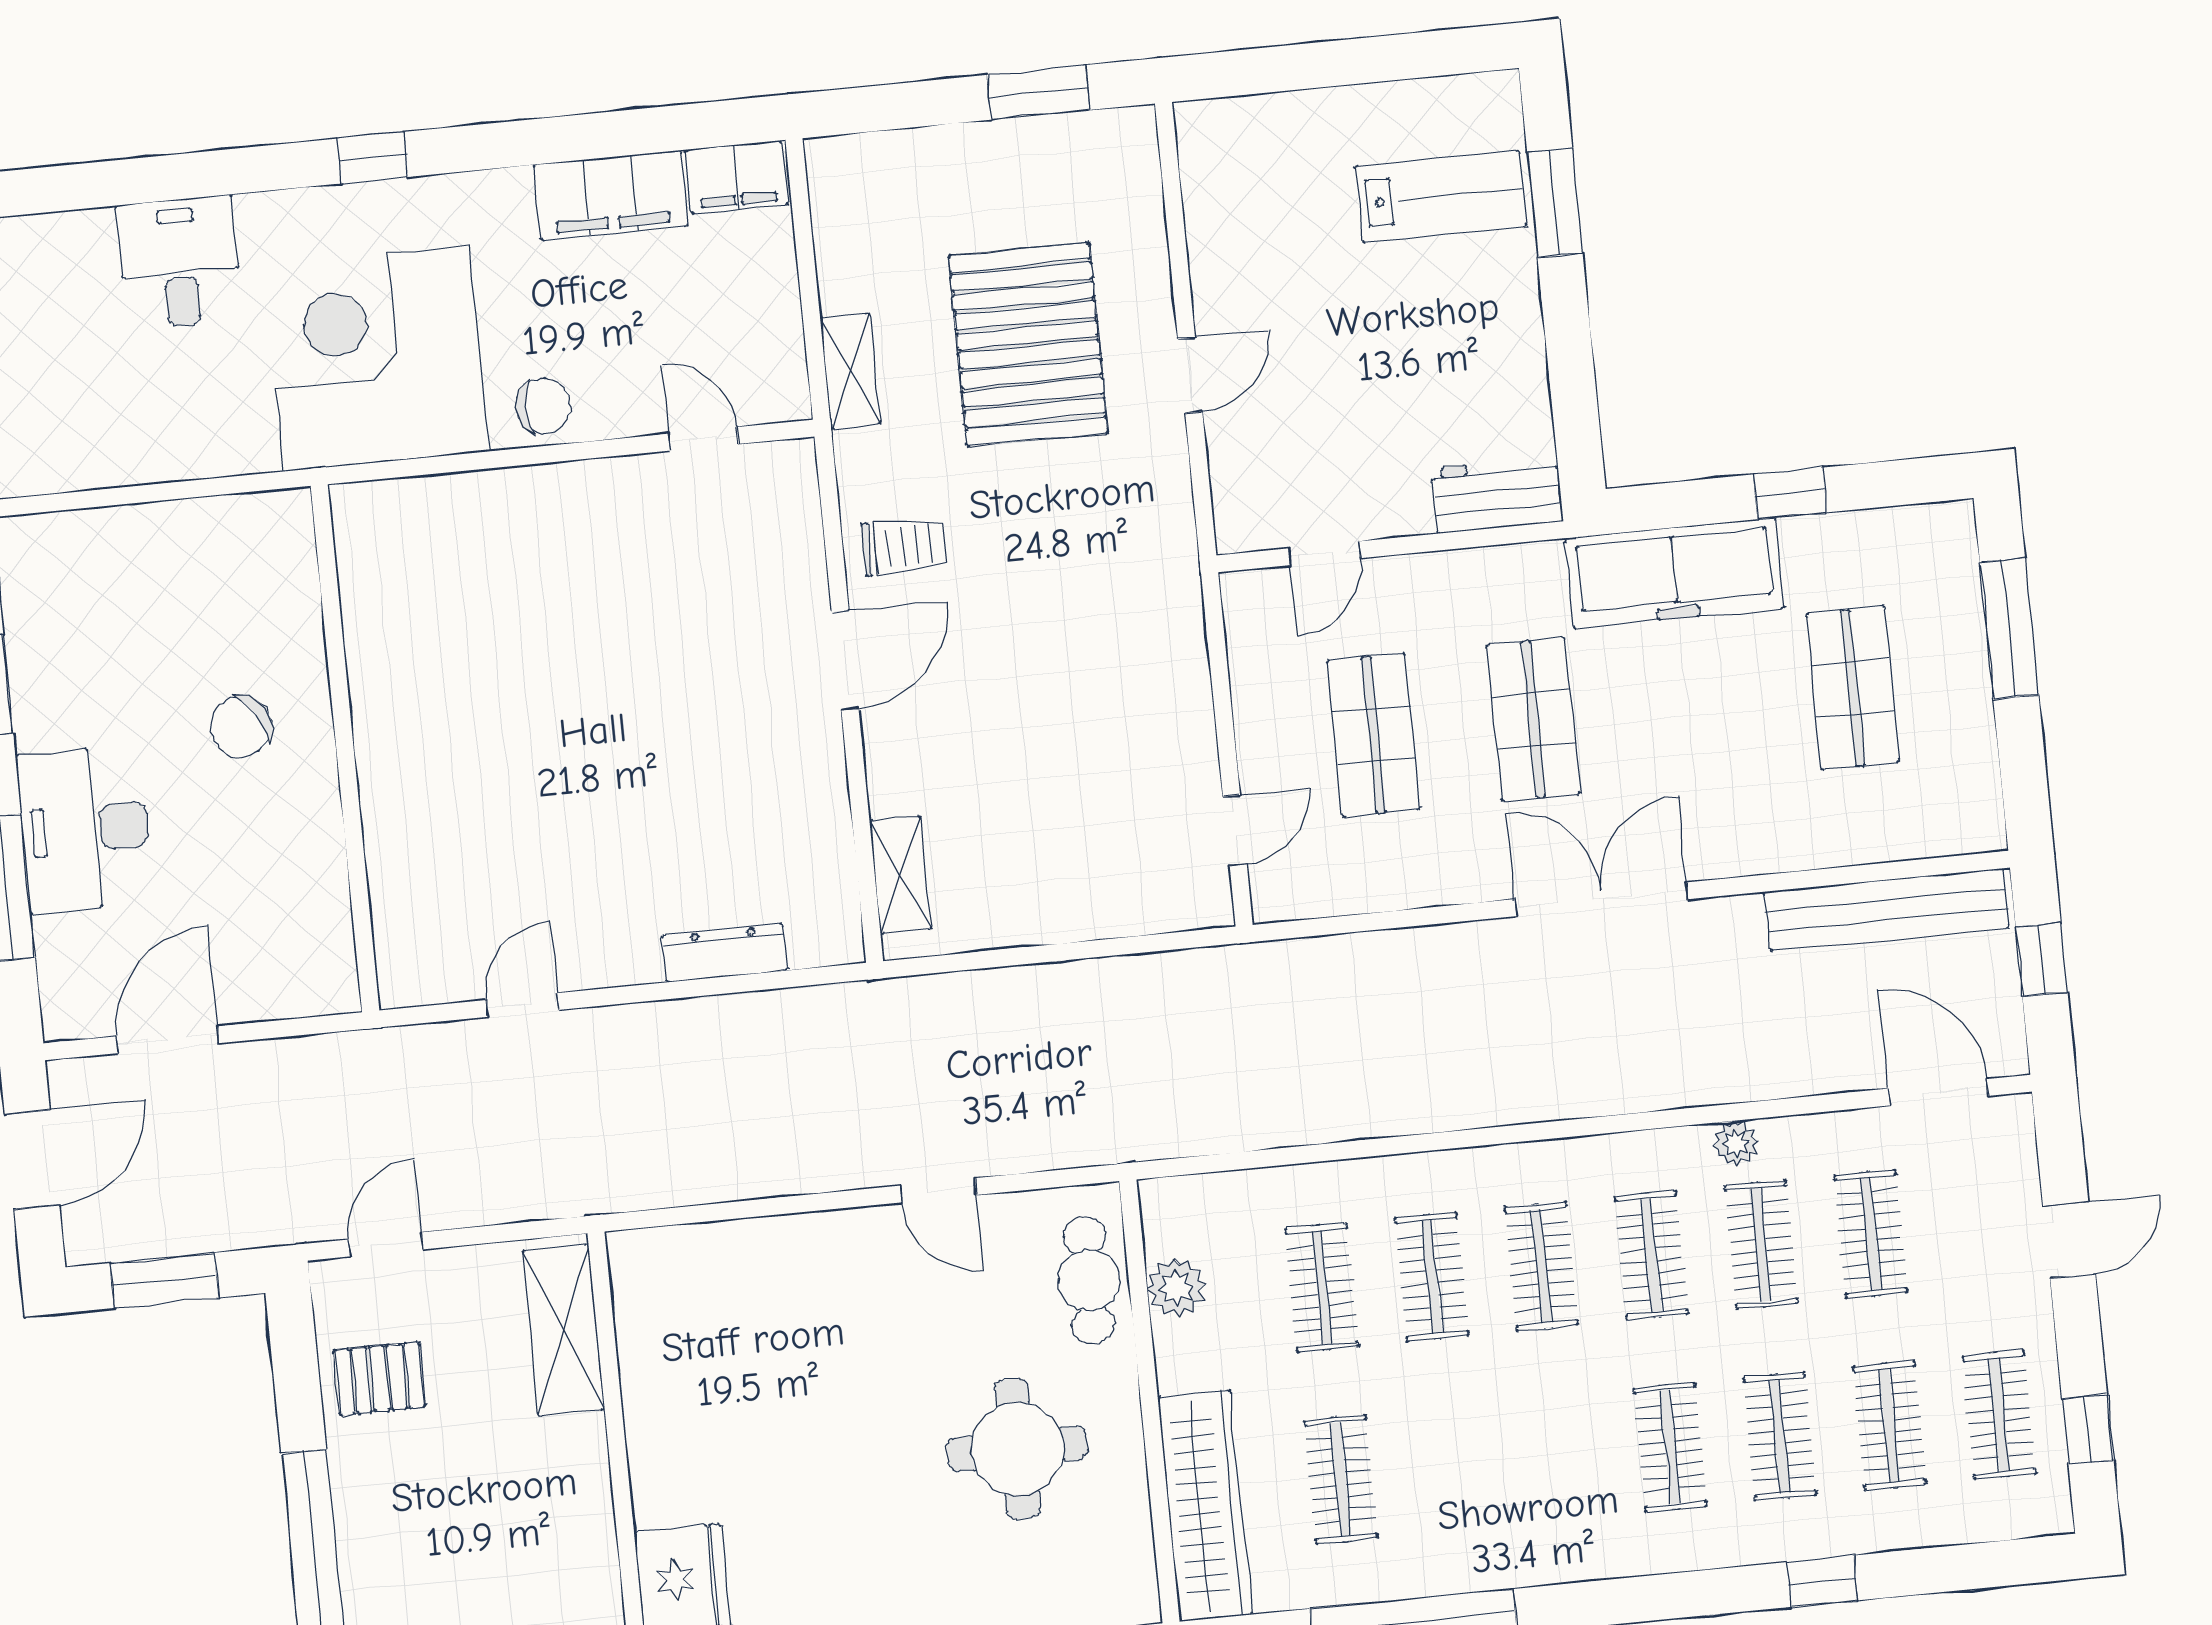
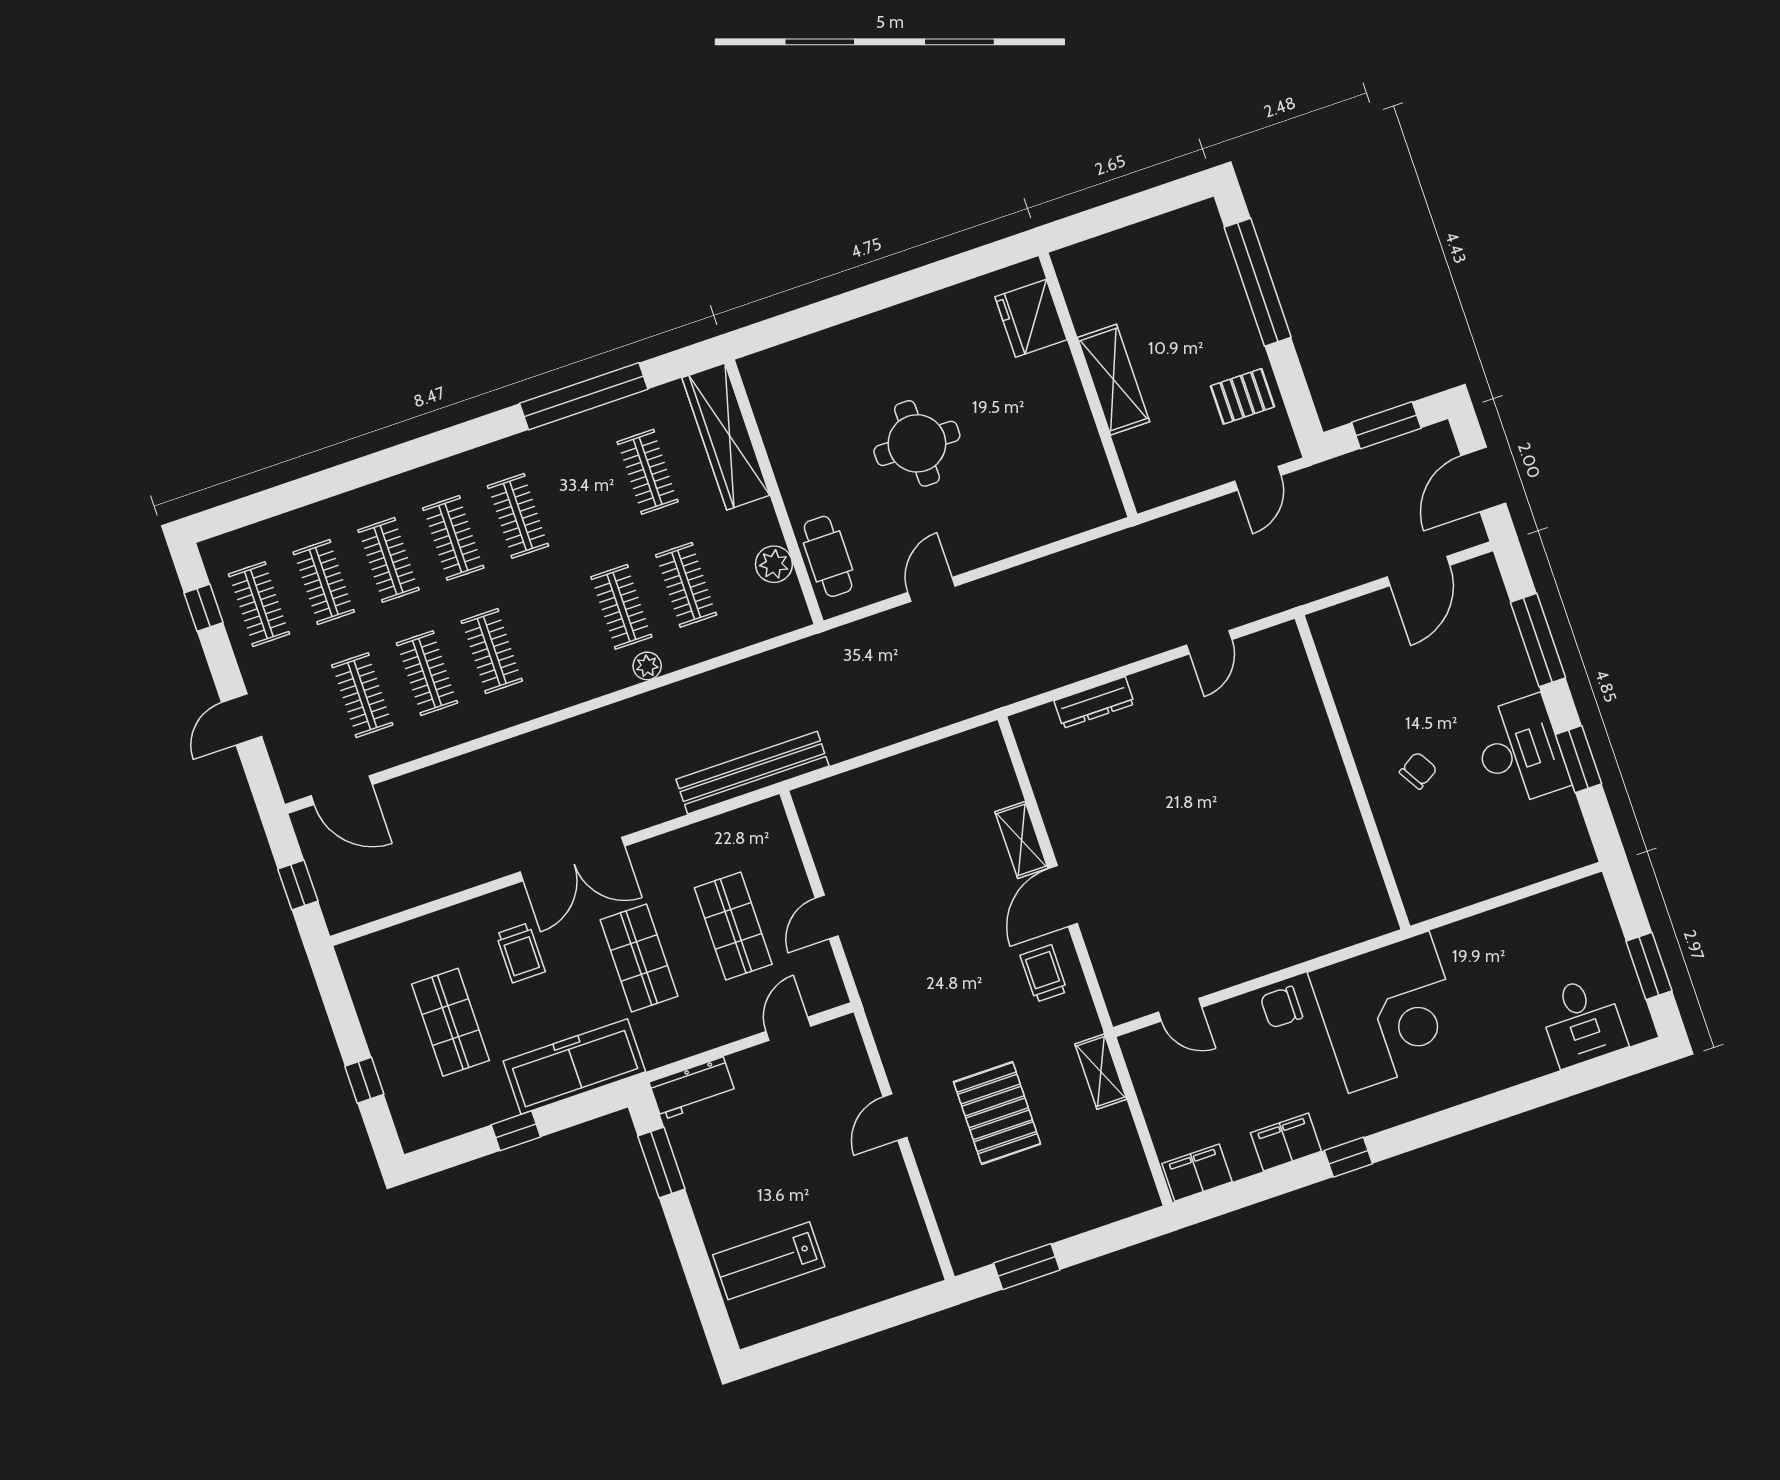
window: (373, 158) -> (1348, 1157), moved
filing cabinet: (611, 195) -> (1286, 1142), width x0.67, depth x0.86
window: (1555, 203) -> (661, 1162), moved
desk: (179, 263) -> (1582, 1021), moved
pallet: (1028, 344) -> (997, 1113), width x0.73, depth x0.71
trolley: (904, 546) -> (1044, 973), turned 90
window: (2009, 629) -> (364, 1080), width x0.46
chair: (241, 727) -> (1418, 771), width x0.73, depth x0.73
trolley: (1717, 771) -> (520, 953), added
desk: (85, 829) -> (1520, 751), moved
door: (1235, 830) -> (827, 917), moved
shelving: (900, 875) -> (1021, 840), moved
bench: (1887, 910) -> (752, 773), moved
plant: (1736, 1143) -> (647, 666), moved
door: (938, 1190) -> (932, 589), hinge flipped
clothes rail: (1541, 1266) -> (518, 516), moved
shelving: (564, 1330) -> (1113, 380), moved
round table: (1017, 1449) -> (917, 443), moved
window: (1822, 1581) -> (343, 478), removed

